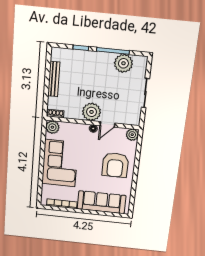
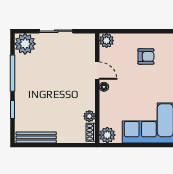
plant: (123, 63) -> (25, 44), moved
bench: (54, 79) -> (36, 137), moved
plant: (92, 112) -> (89, 116), moved, width x0.53, depth x0.53
armchair: (115, 165) -> (146, 56), width x0.53, depth x0.53

